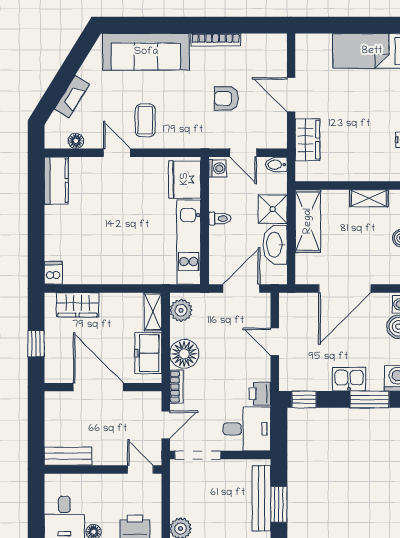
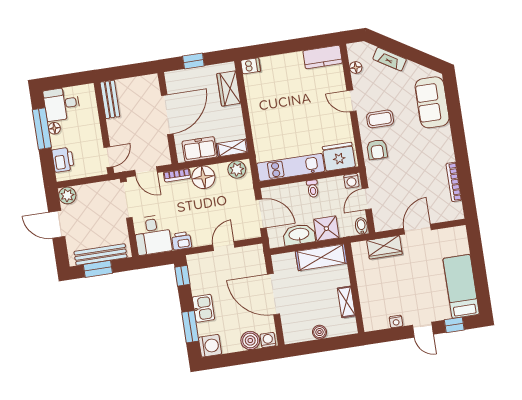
bookcase: (216, 40) -> (454, 182), moved
sofa: (146, 52) -> (432, 102), width x0.73
armchair: (226, 98) -> (377, 149), moved, turned 180
door: (117, 153) -> (352, 101), swing flipped

